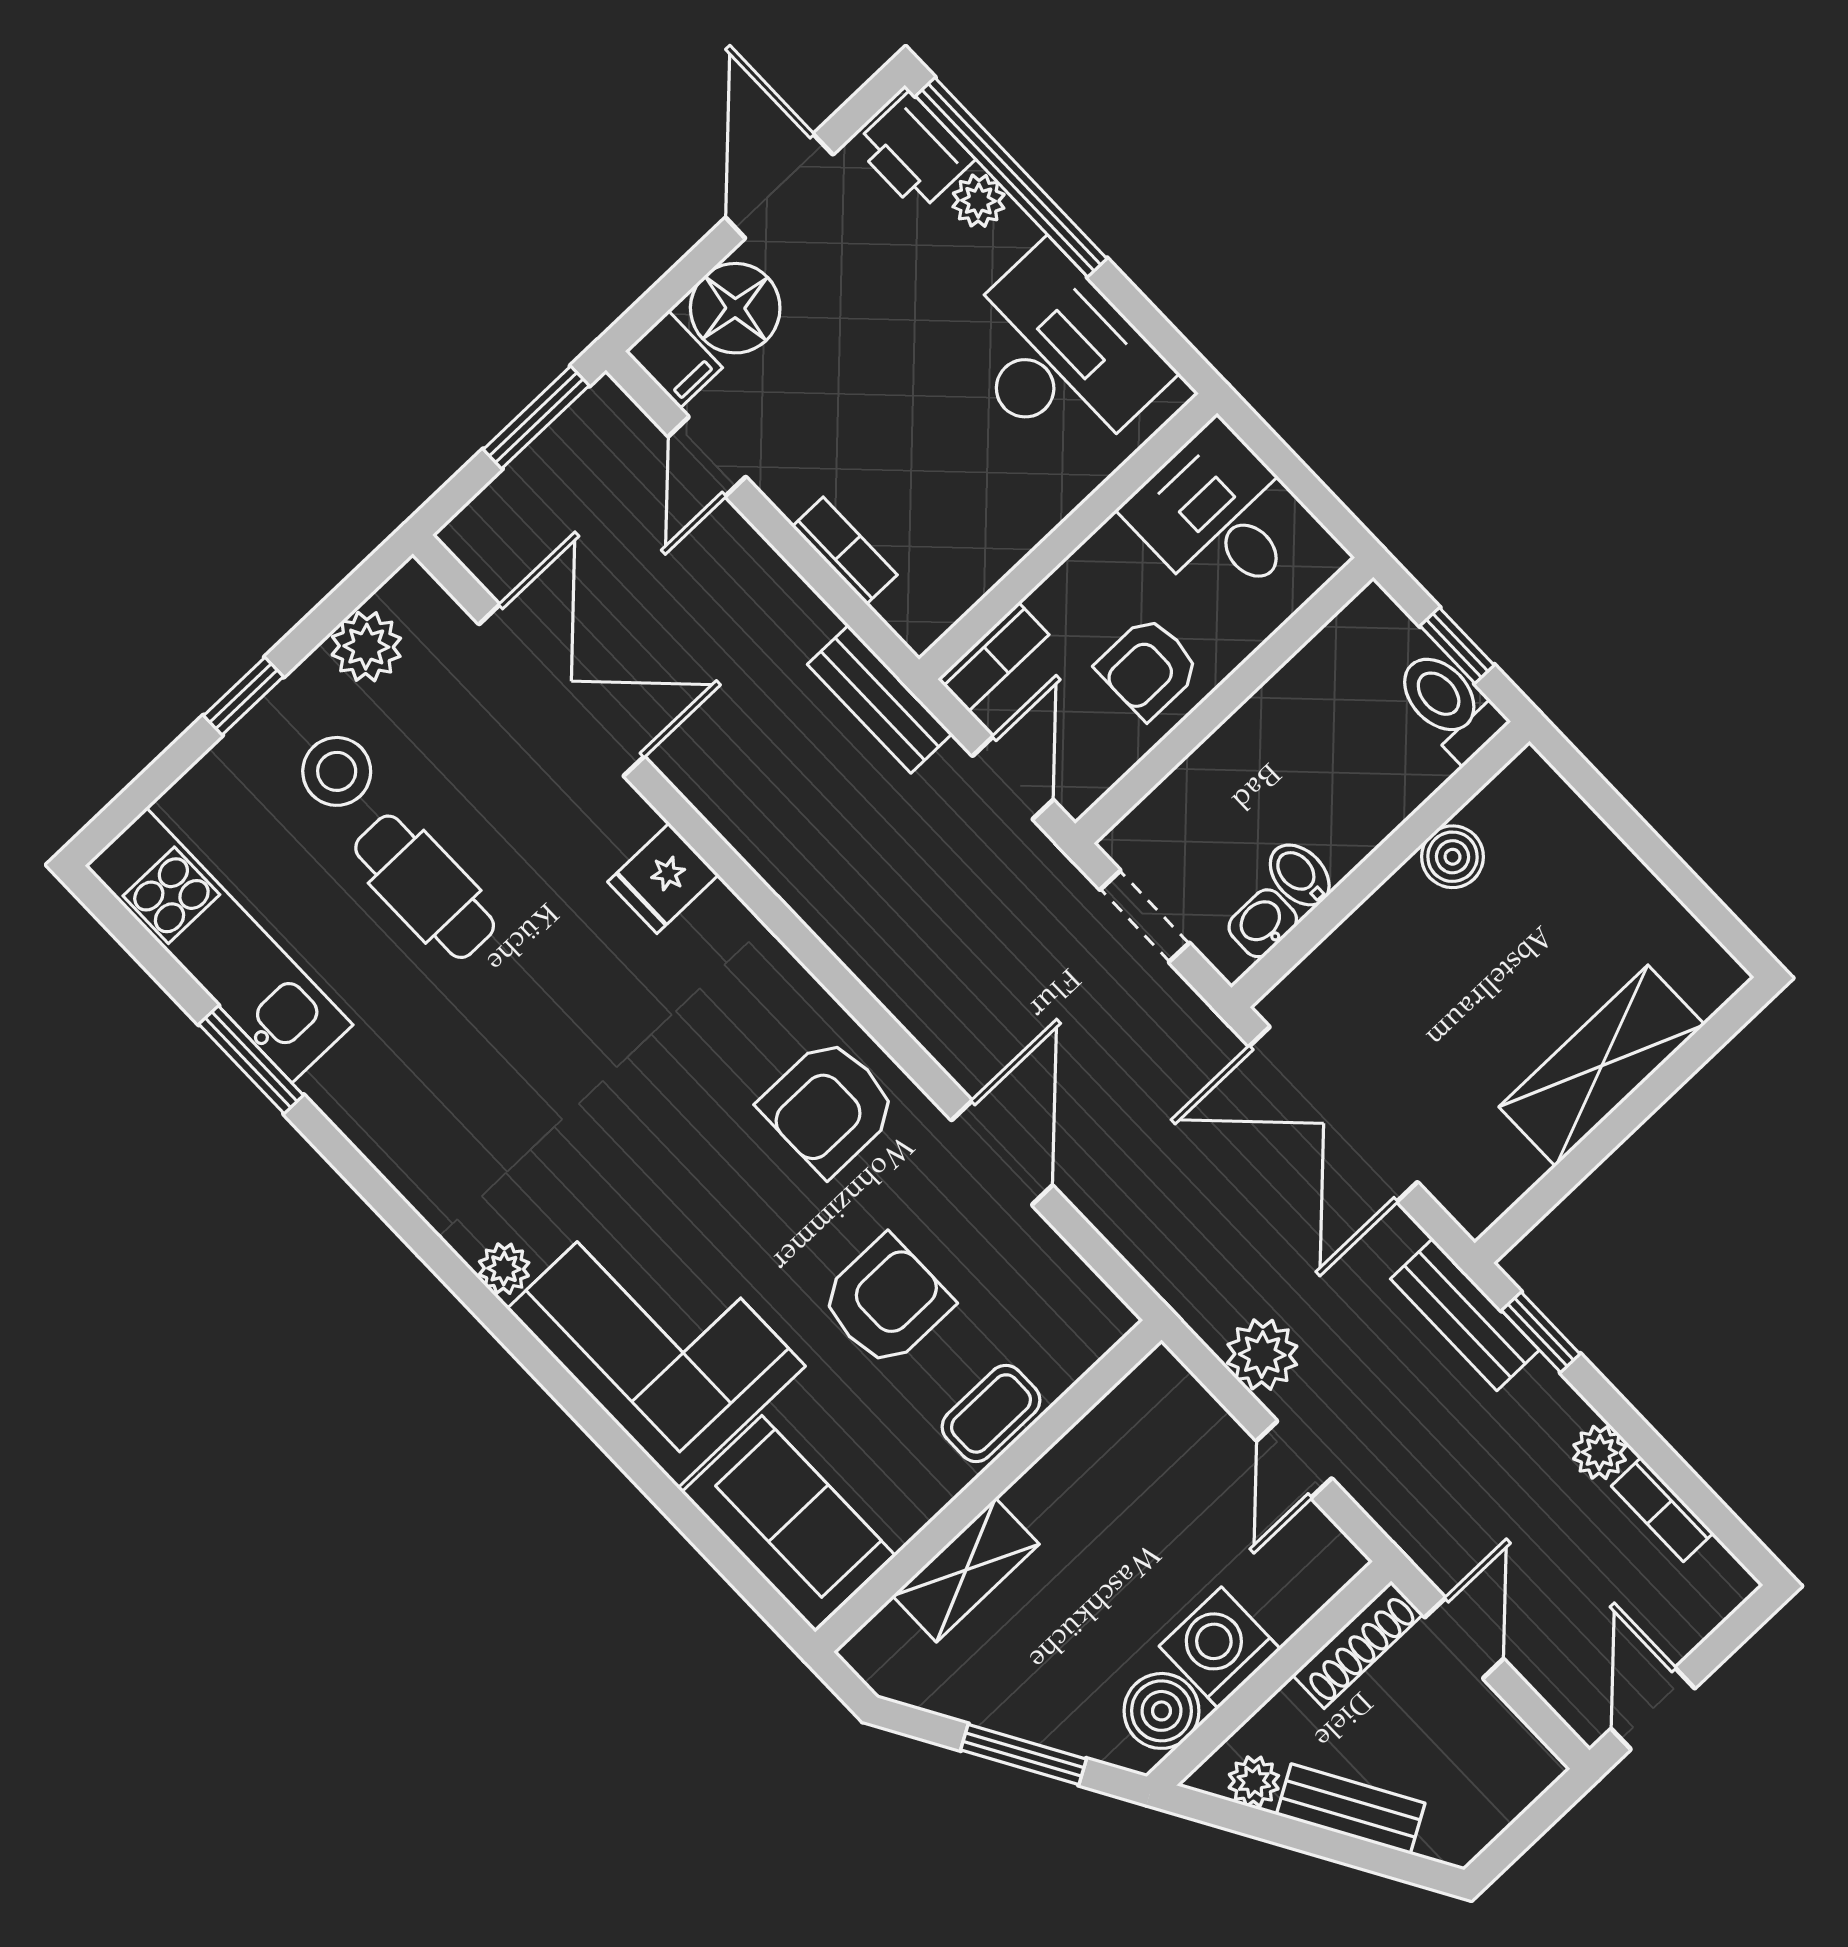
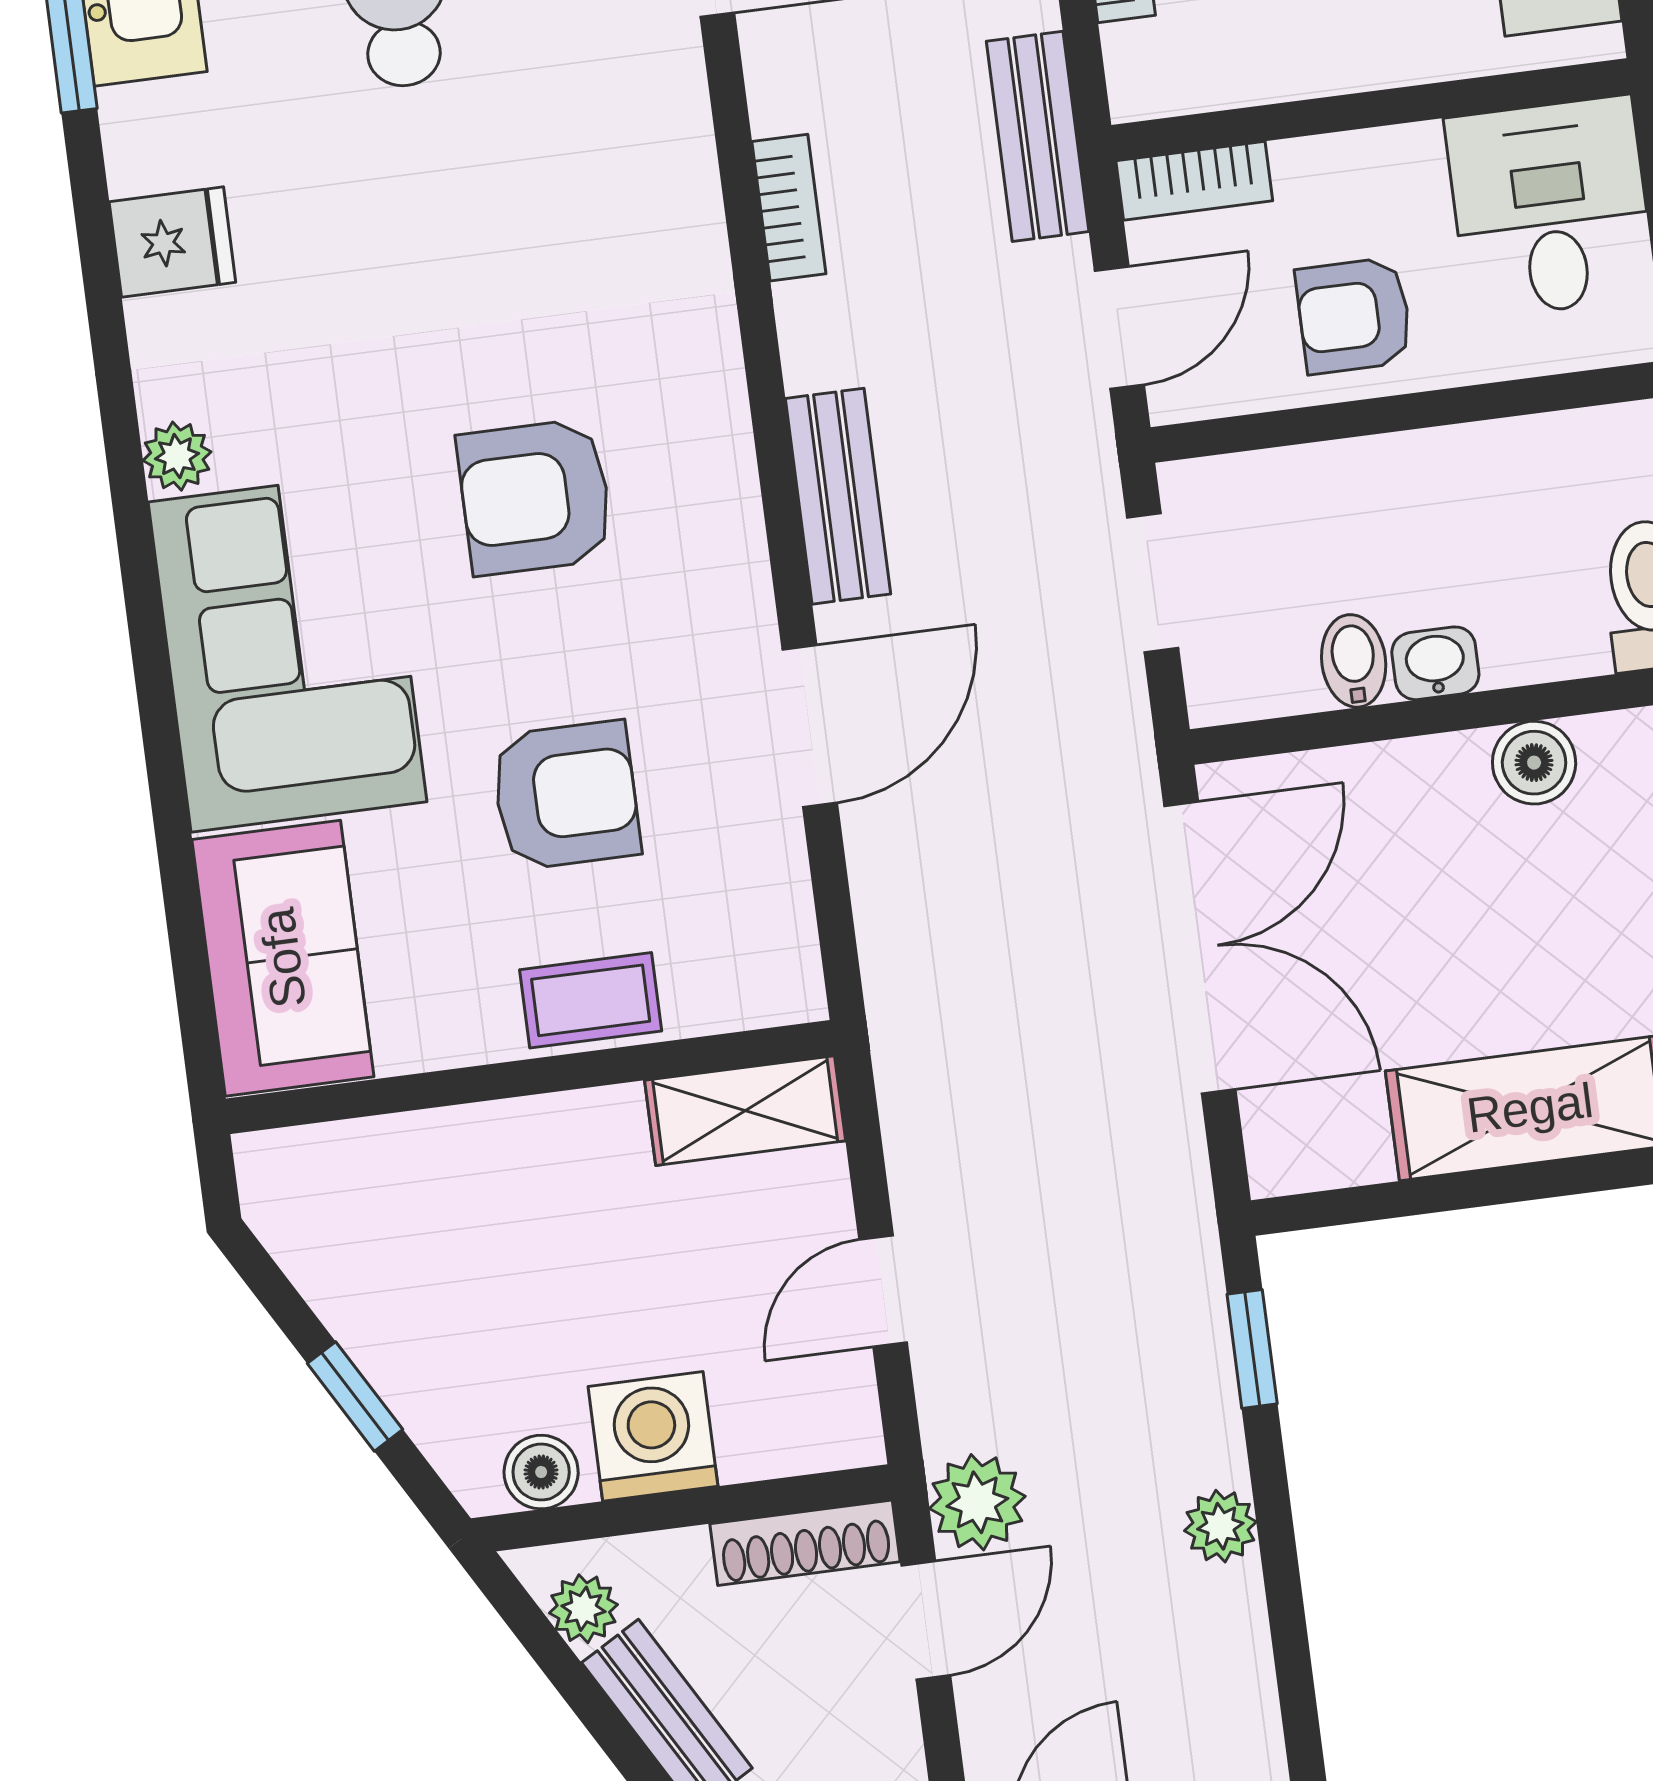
fridge: (663, 878) -> (172, 242), moved, turned 180
washbasin: (1263, 923) -> (1435, 663), moved
armchair: (829, 1107) -> (535, 497), moved
double door: (1333, 1114) -> (1200, 947), swing flipped
bench: (1465, 1315) -> (838, 496), moved
plant: (1262, 1355) -> (977, 1502), moved
bookcase: (1662, 1510) -> (789, 208), moved, turned 180
shelving: (966, 1570) -> (745, 1111), moved
boiler: (1161, 1711) -> (541, 1472), width x0.73, depth x0.73
window: (1023, 1755) -> (355, 1396), width x0.67

